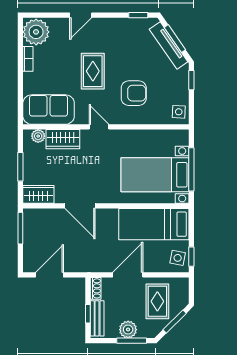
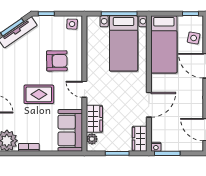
armchair: (134, 93) -> (57, 61), turned 89
door: (99, 127) -> (84, 89), hinge flipped
nightstand: (29, 214) -> (156, 147), added
side table: (178, 258) -> (194, 38), moved

